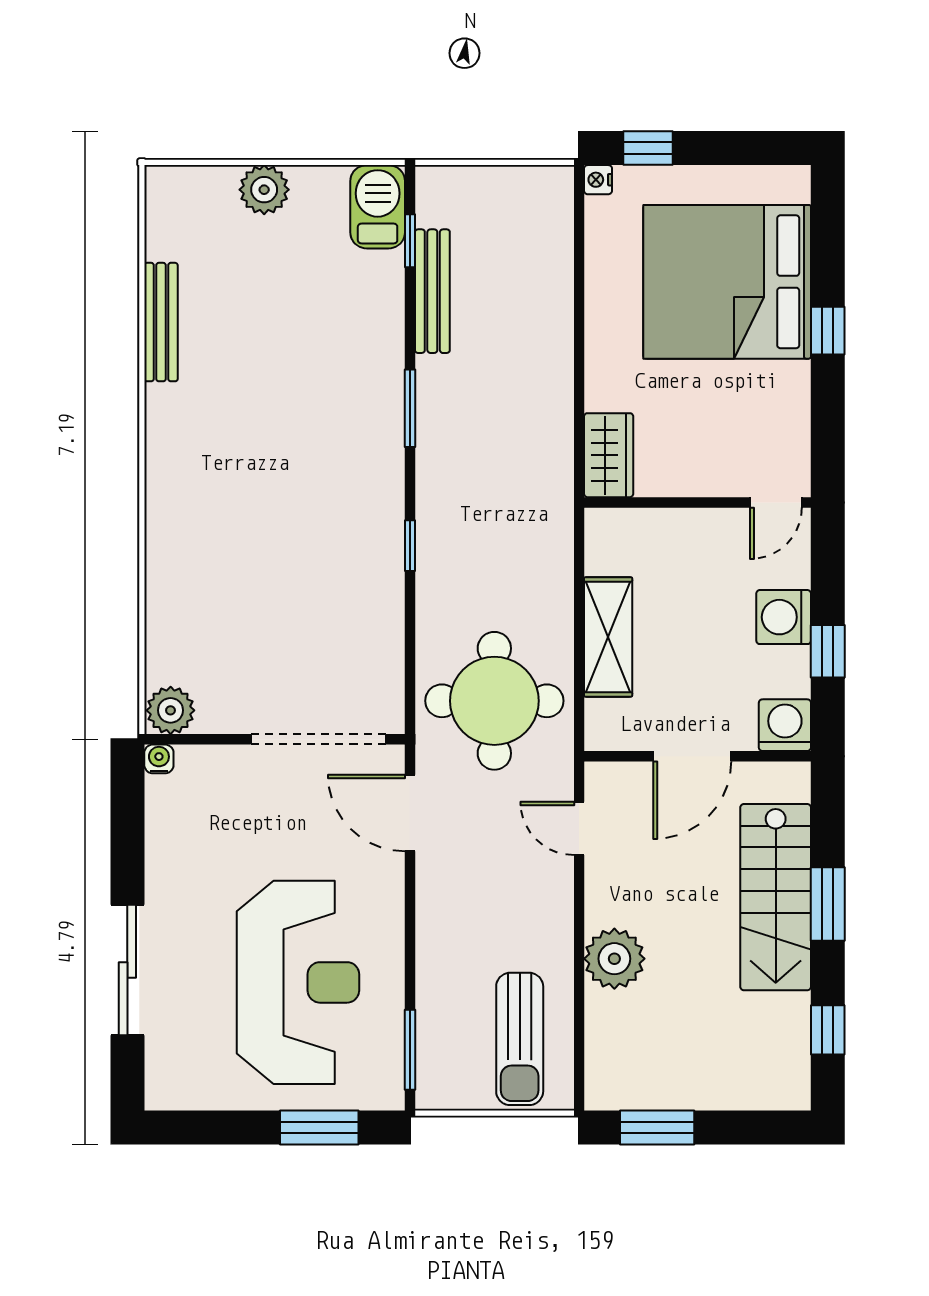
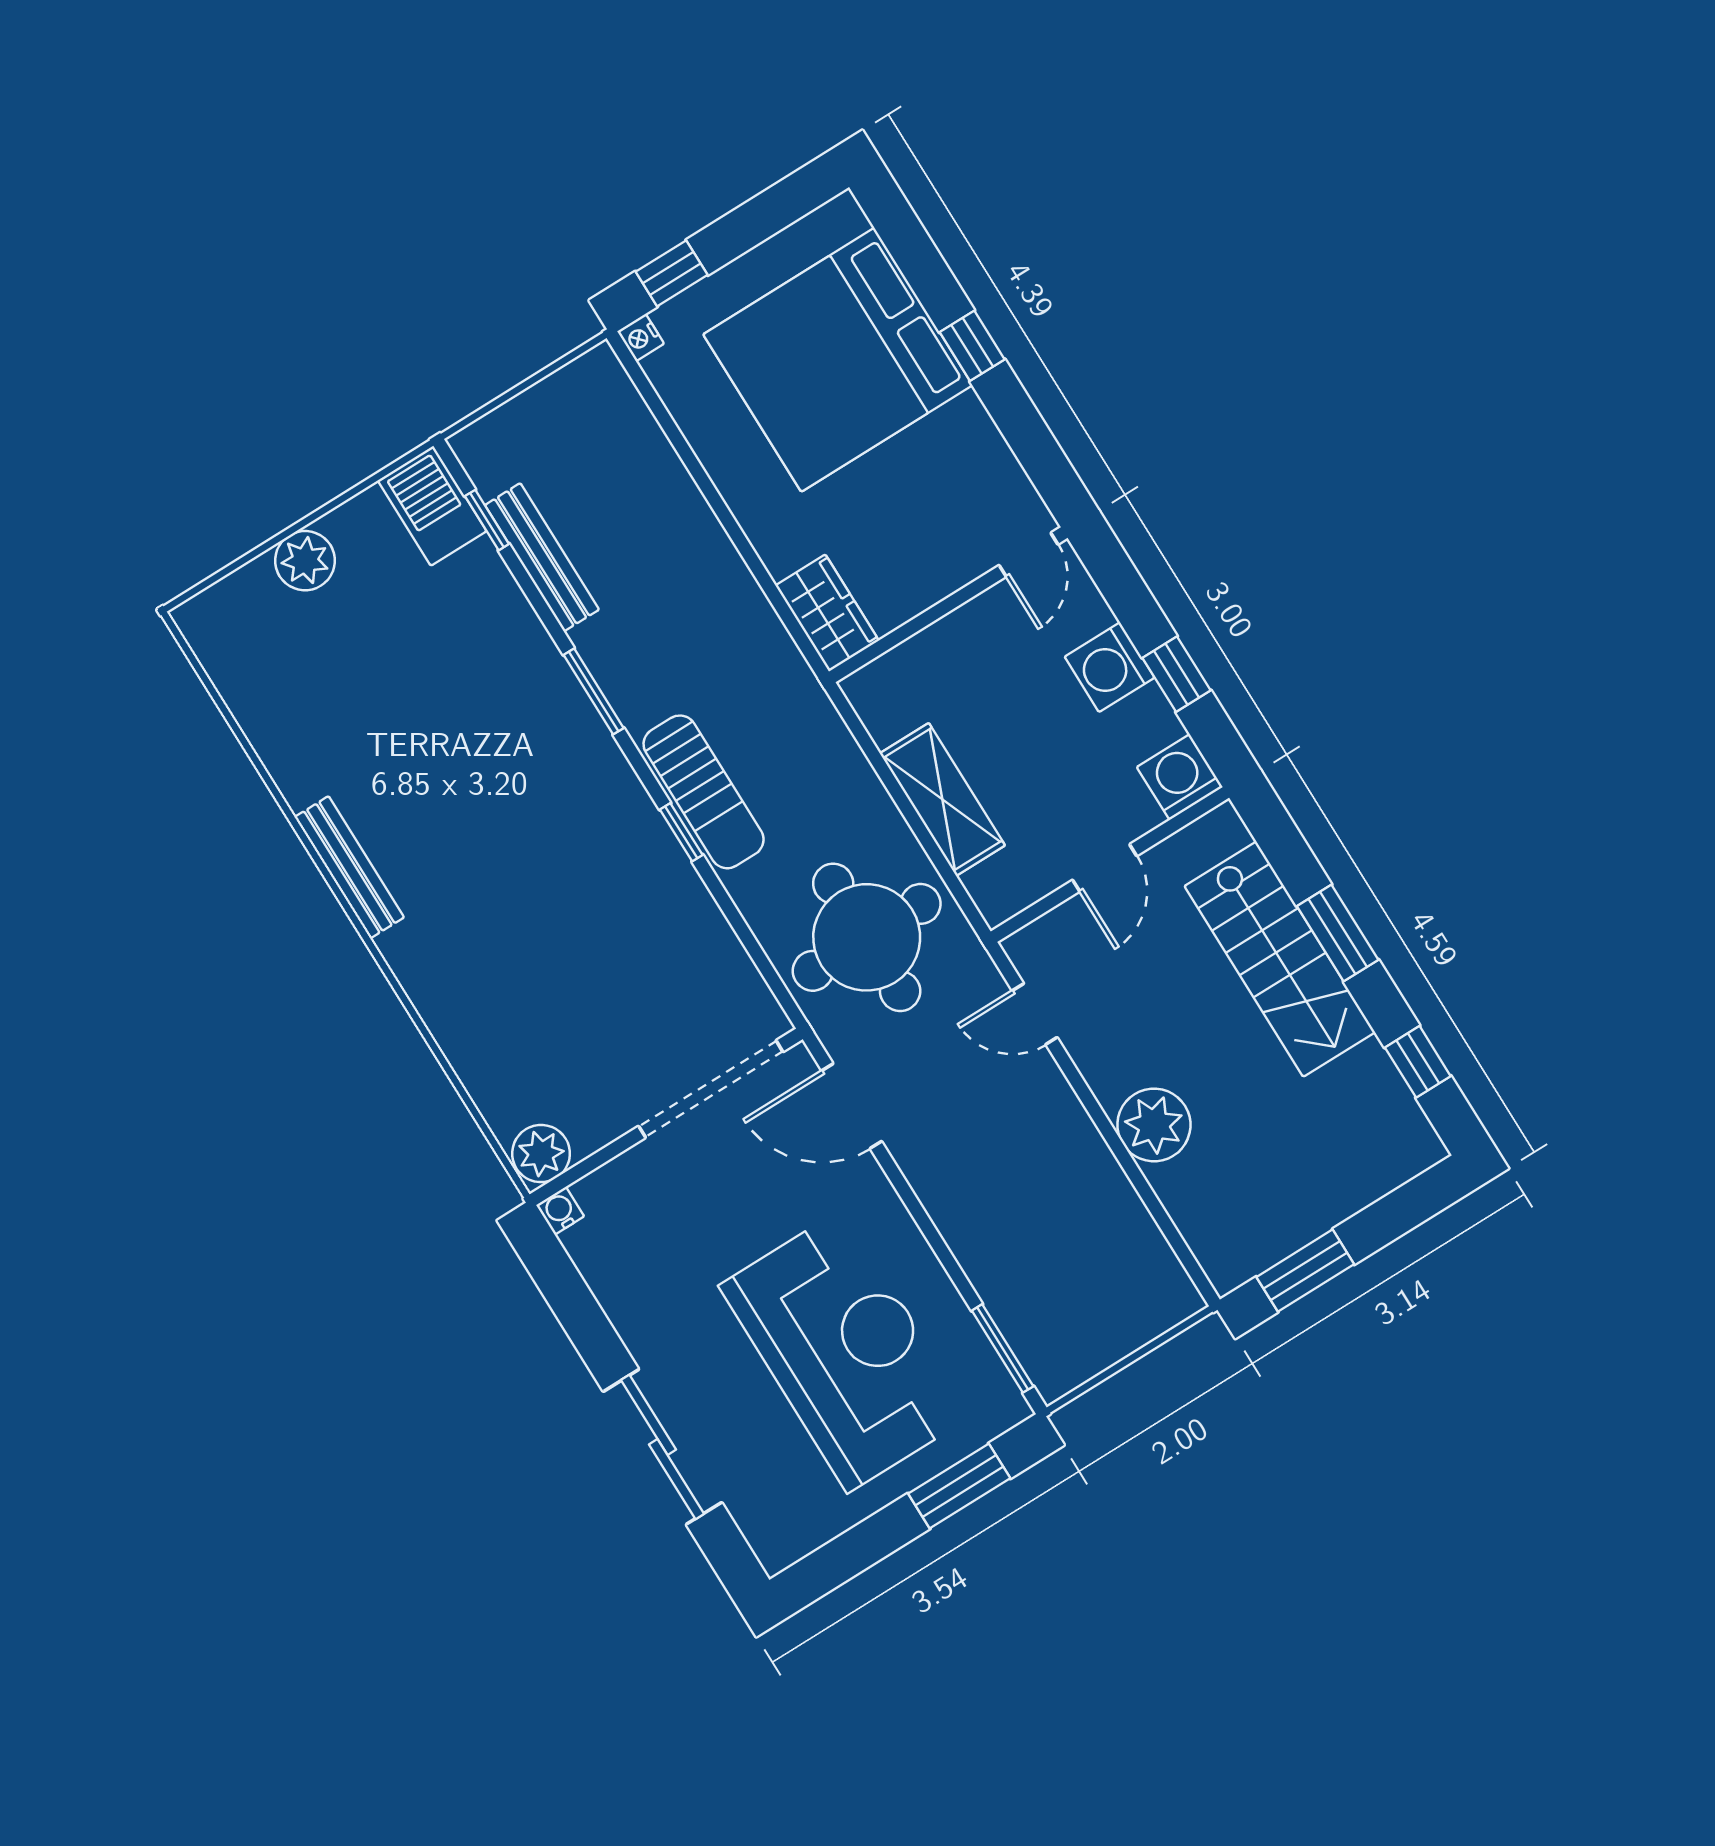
bench: (161, 322) -> (349, 867), moved
door: (692, 756) -> (1105, 868), width x0.73
sun lounger: (520, 1039) -> (704, 792), moved

